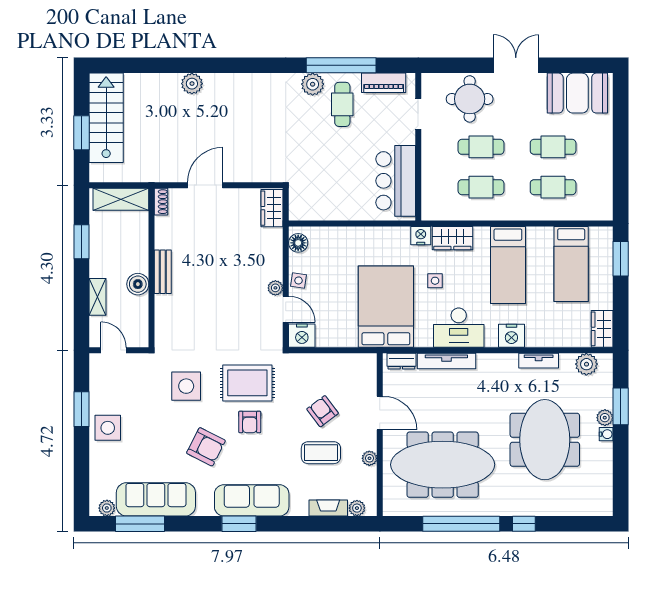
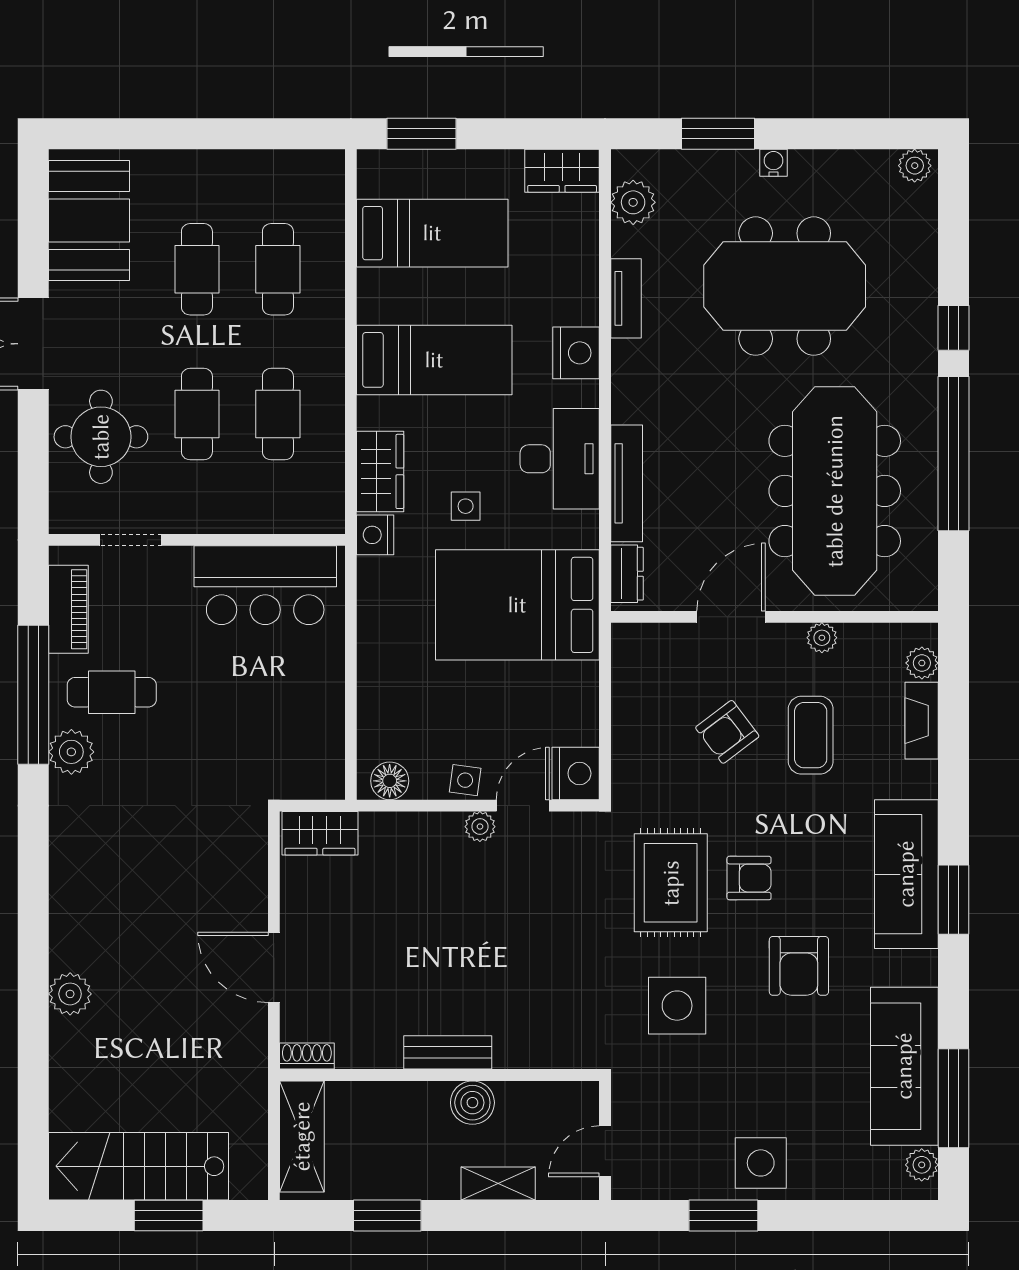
plant: (605, 418) -> (915, 166), moved
armchair: (206, 447) -> (799, 966), turned 153

